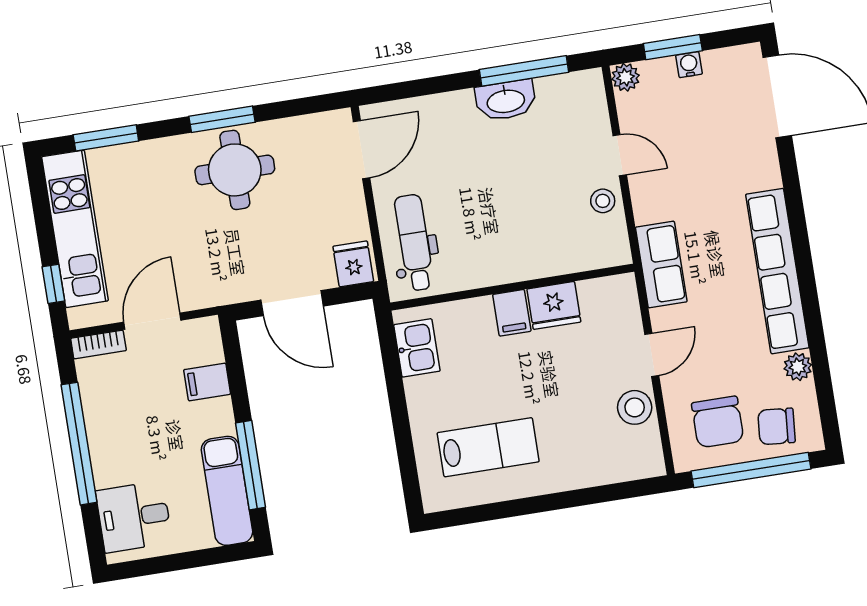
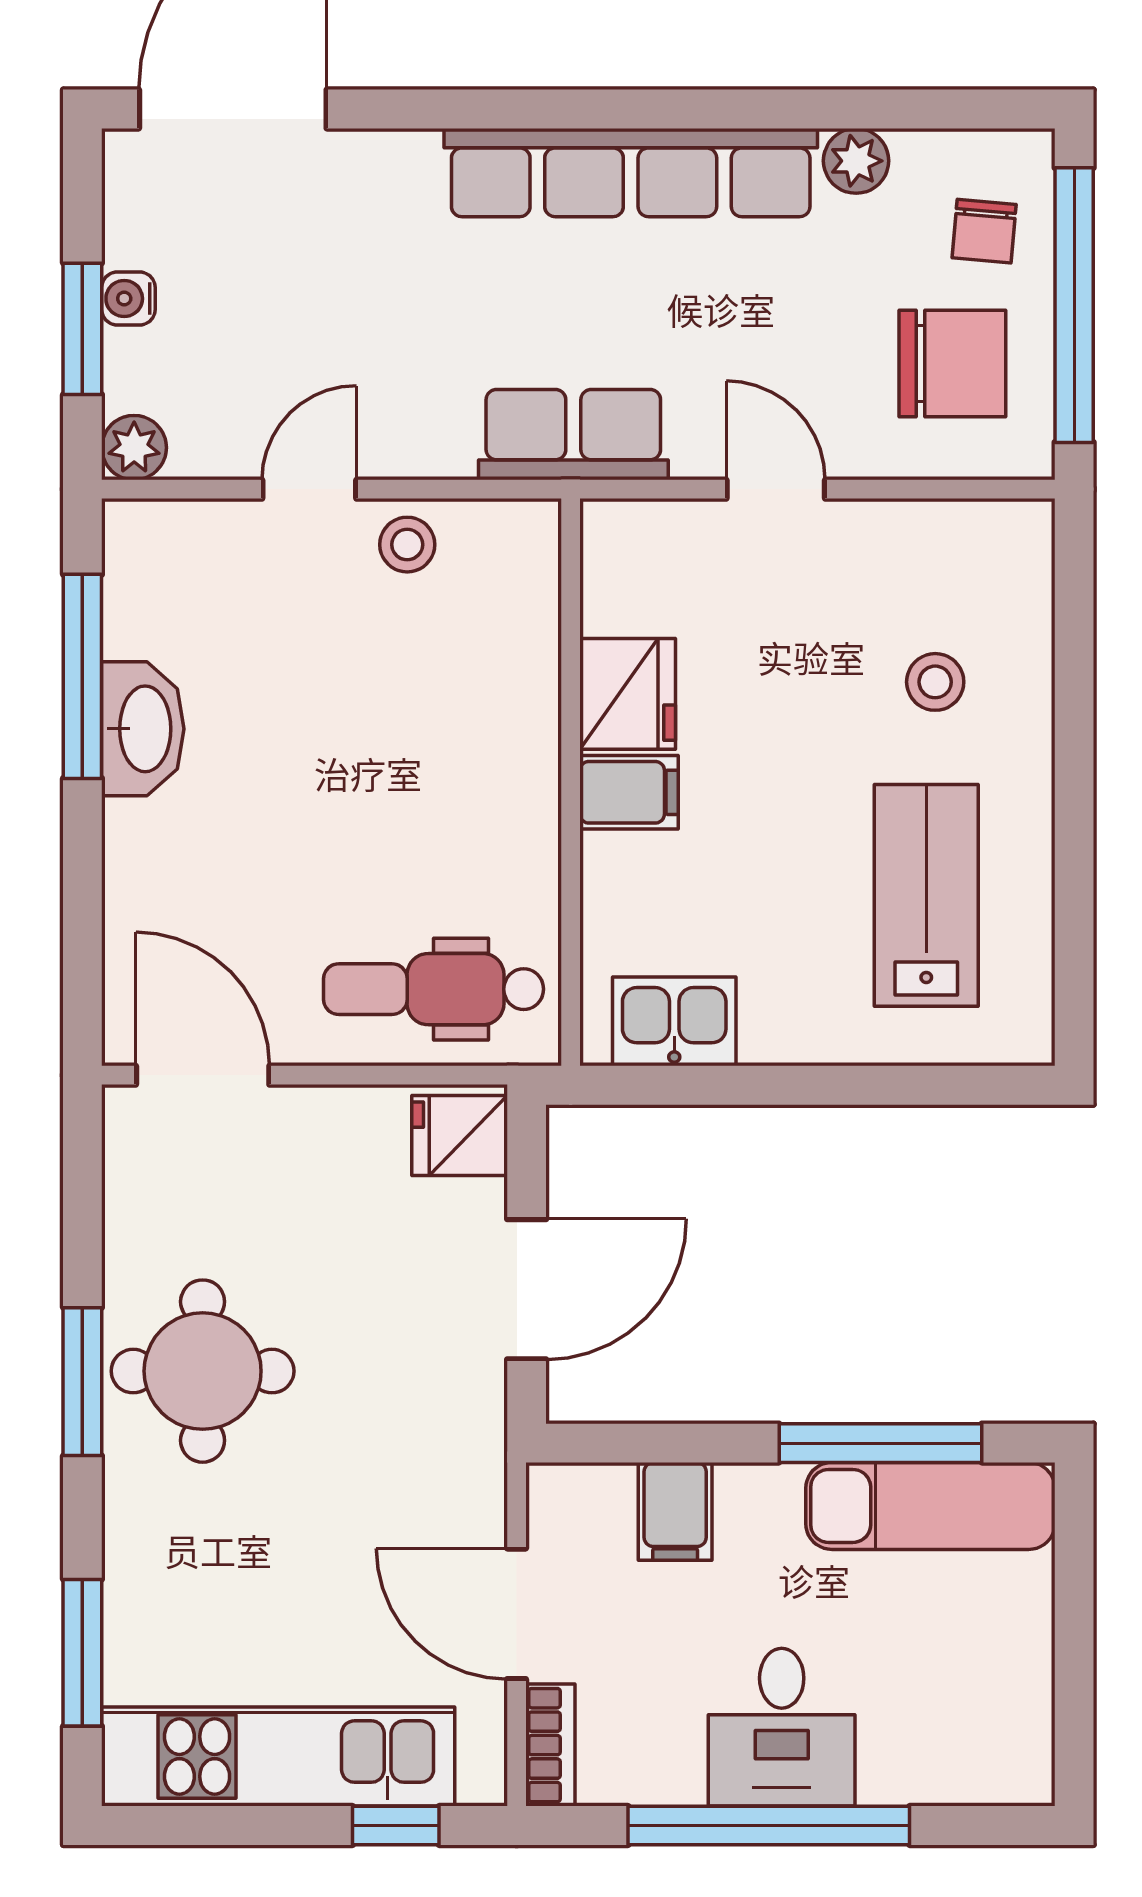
stool: (635, 407) -> (935, 682), moved, width x0.73, depth x0.73
chair: (777, 426) -> (984, 231), width x0.73, depth x0.73
desk: (134, 517) -> (782, 1727), moved

